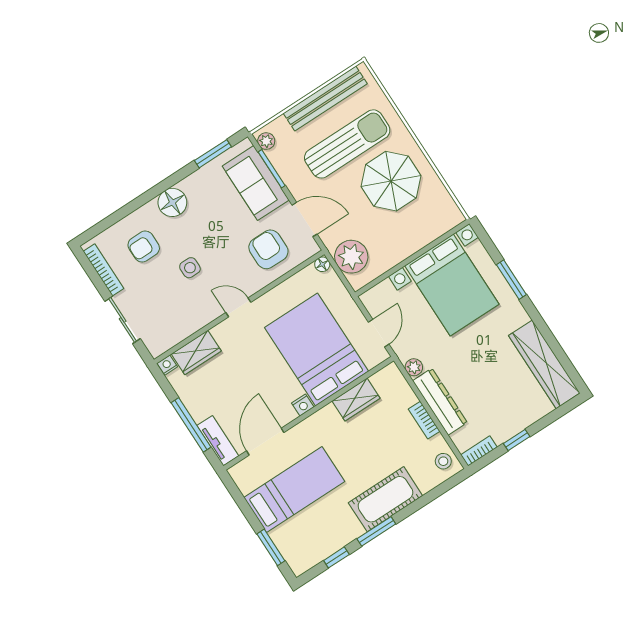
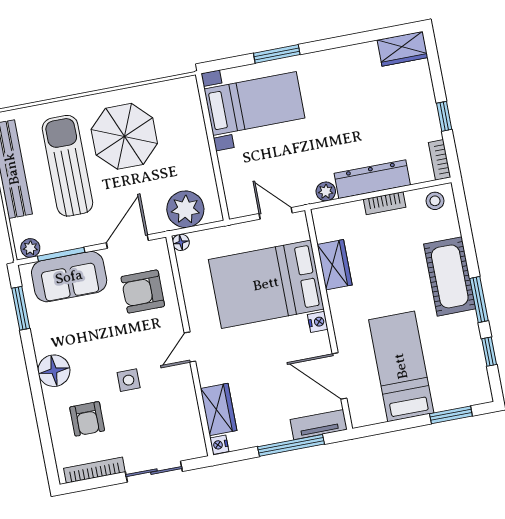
bed with nightstands: (452, 285) -> (254, 104), width x0.73
wardrobe: (544, 364) -> (403, 49), width x0.48, depth x0.85

